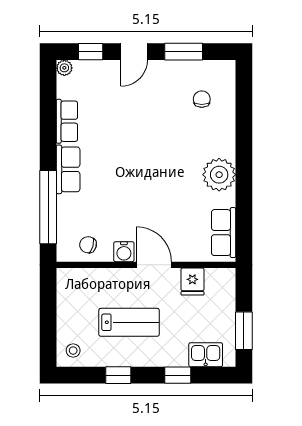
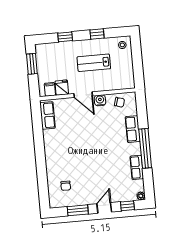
row of seats: (68, 169) -> (133, 129), moved
plant: (219, 175) -> (53, 146), removed
window: (48, 207) -> (145, 148), moved
filing cabinet: (215, 280) -> (50, 89), added
kitchen sink: (206, 355) -> (51, 49), removed

